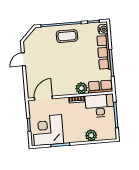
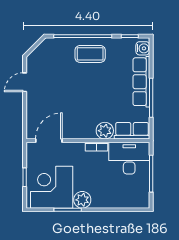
plant: (91, 135) -> (82, 200), moved

